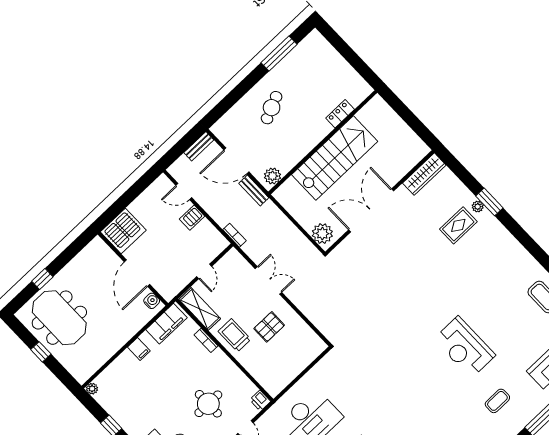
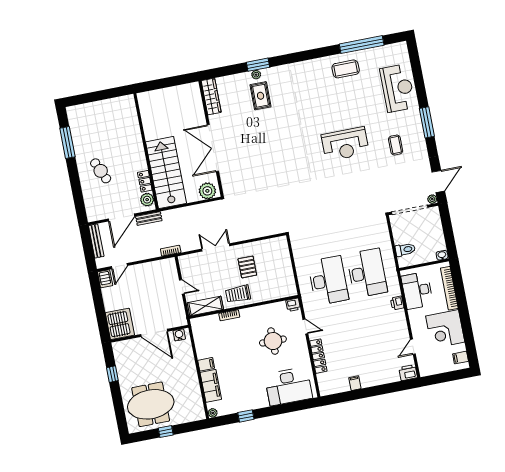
locker: (340, 114) -> (145, 181), moved
bench: (199, 146) -> (96, 241), width x1.36
stairs: (335, 158) -> (166, 173), moved
server rack: (192, 218) -> (105, 279), moved
window: (42, 279) -> (112, 374), moved
filing cabinet: (166, 324) -> (211, 386), moved

